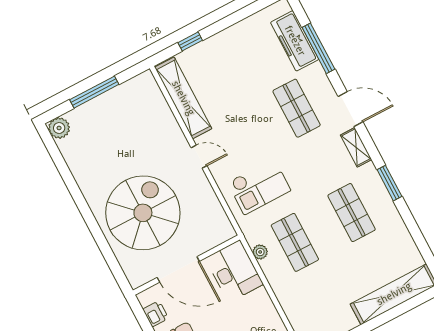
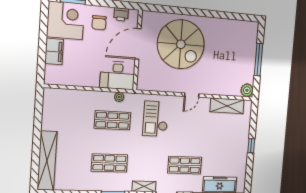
window: (190, 41) -> (251, 146), moved
shelving: (183, 98) -> (227, 106), width x0.68
plant: (59, 128) -> (247, 90), moved

